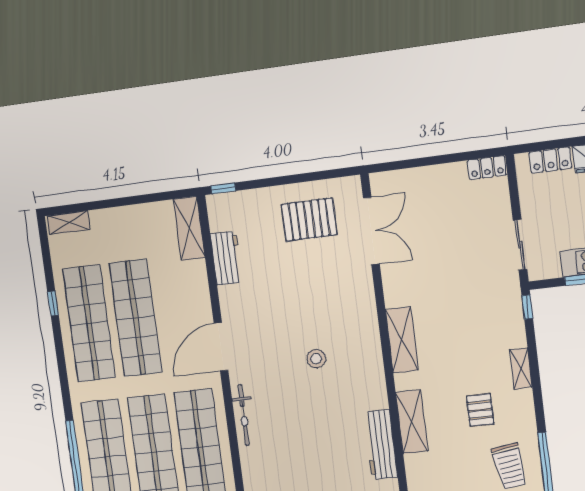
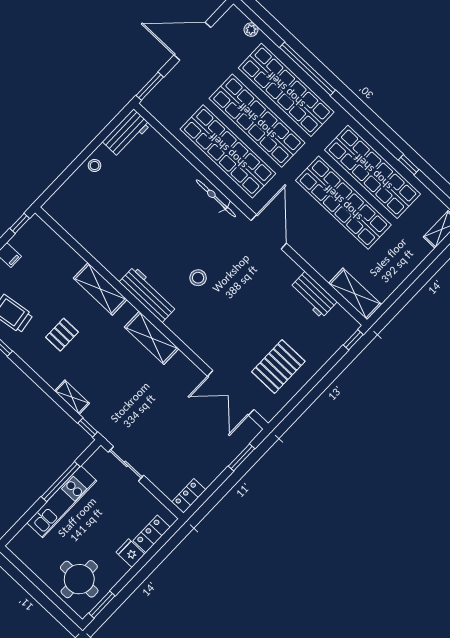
window: (409, 164) -> (242, 457), added
shelving: (521, 368) -> (72, 397), moved
pallet: (480, 410) -> (62, 335), turned 90
workbench: (381, 445) -> (148, 294), moved

